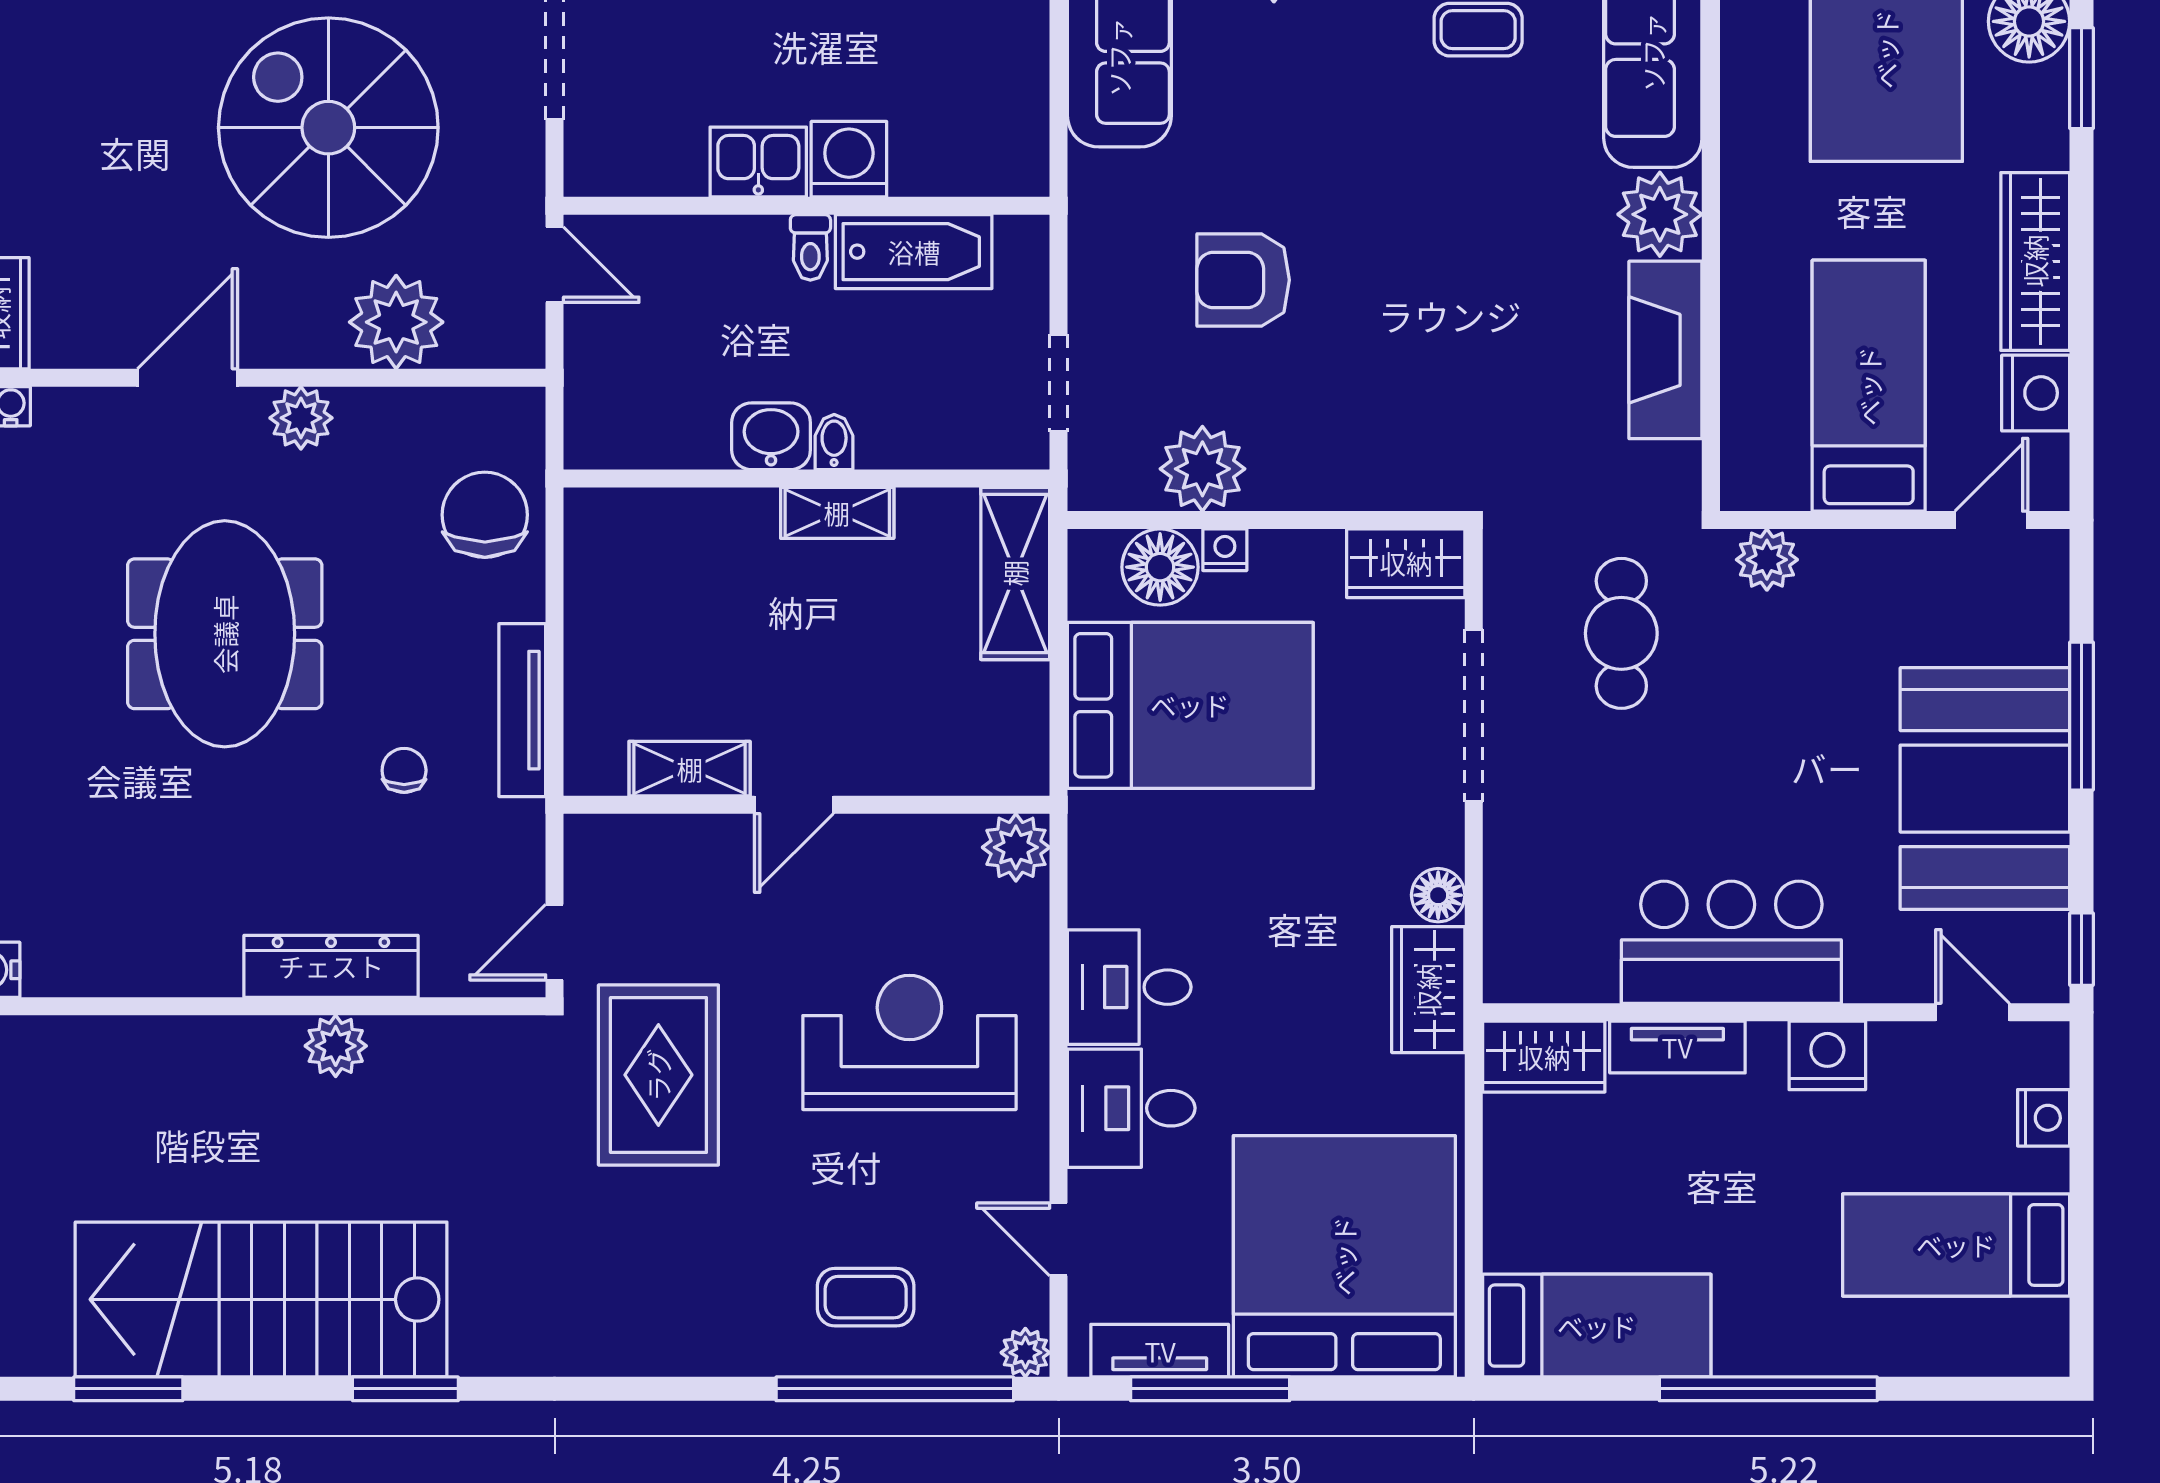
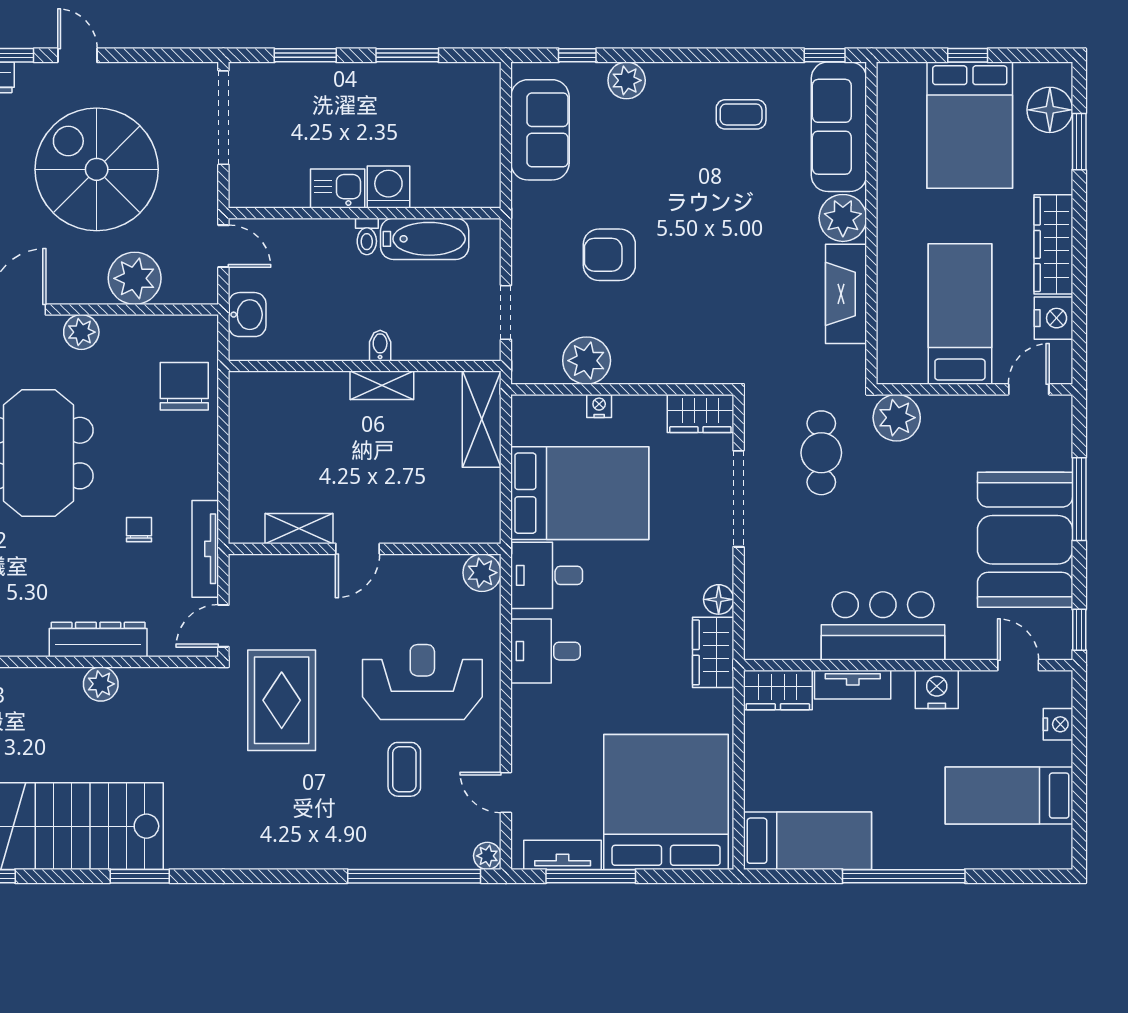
washbasin: (771, 436) -> (247, 315), moved, turned 90
plant: (1767, 560) -> (897, 418), width x1.36, depth x1.36
floor lamp: (1160, 567) -> (563, 416), removed
tv unit: (522, 710) -> (205, 549), moved
desk: (1131, 1108) -> (547, 575), moved
coffee table: (866, 1297) -> (404, 769), moved, turned 90

